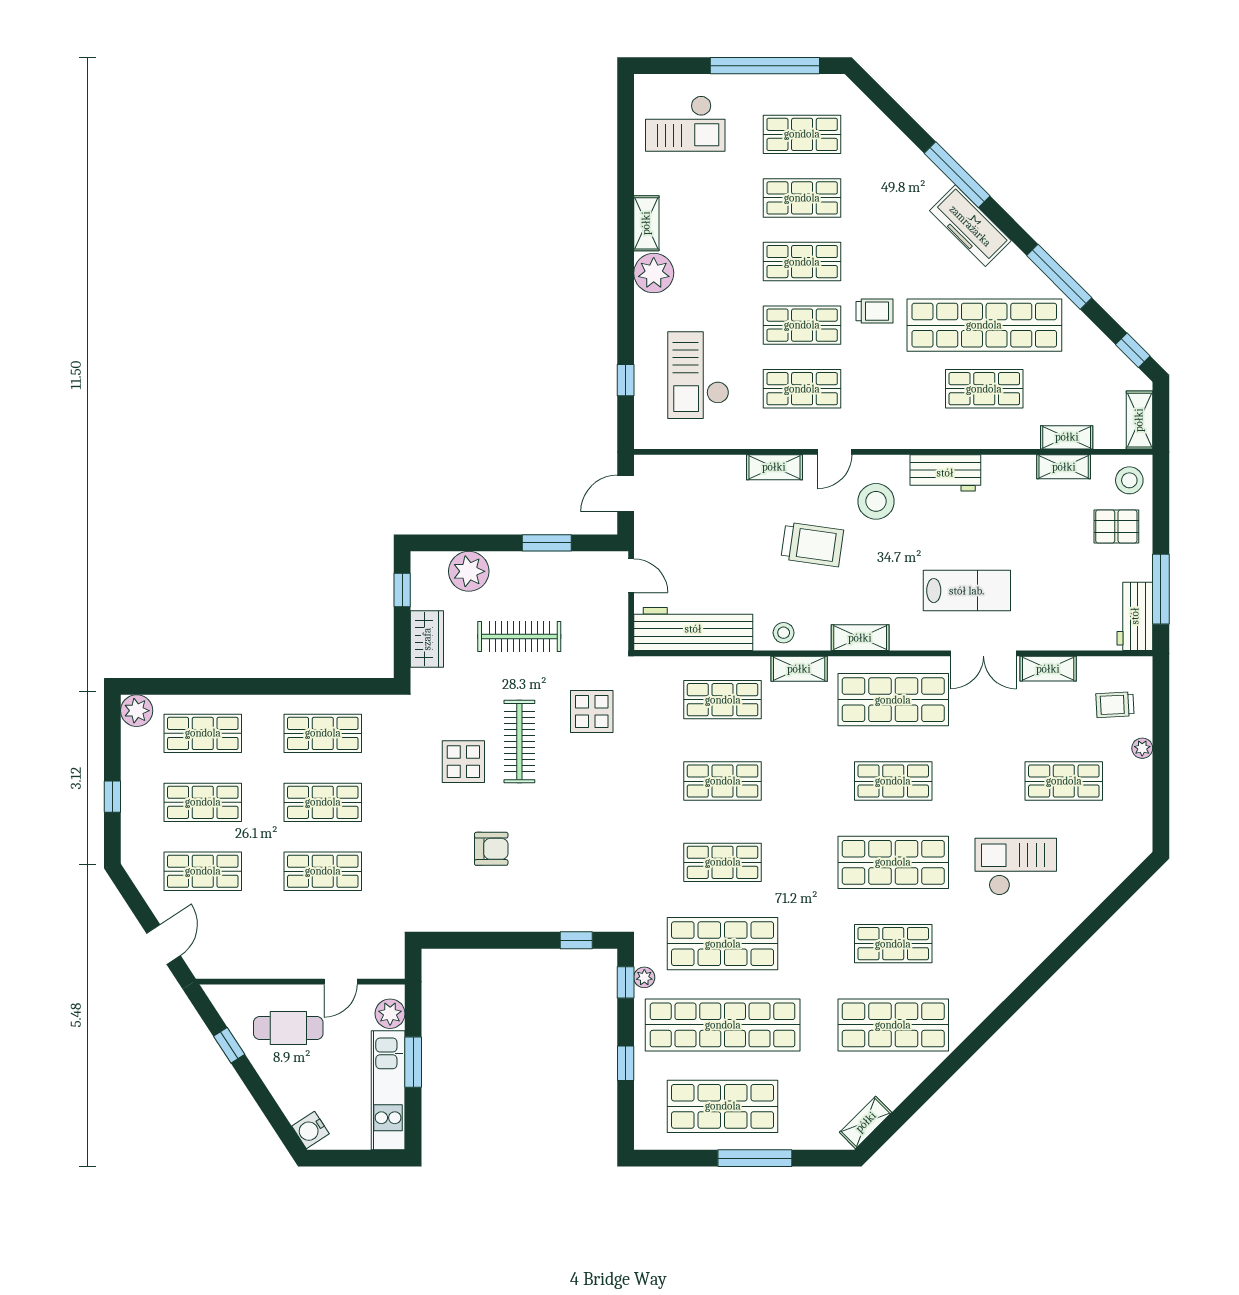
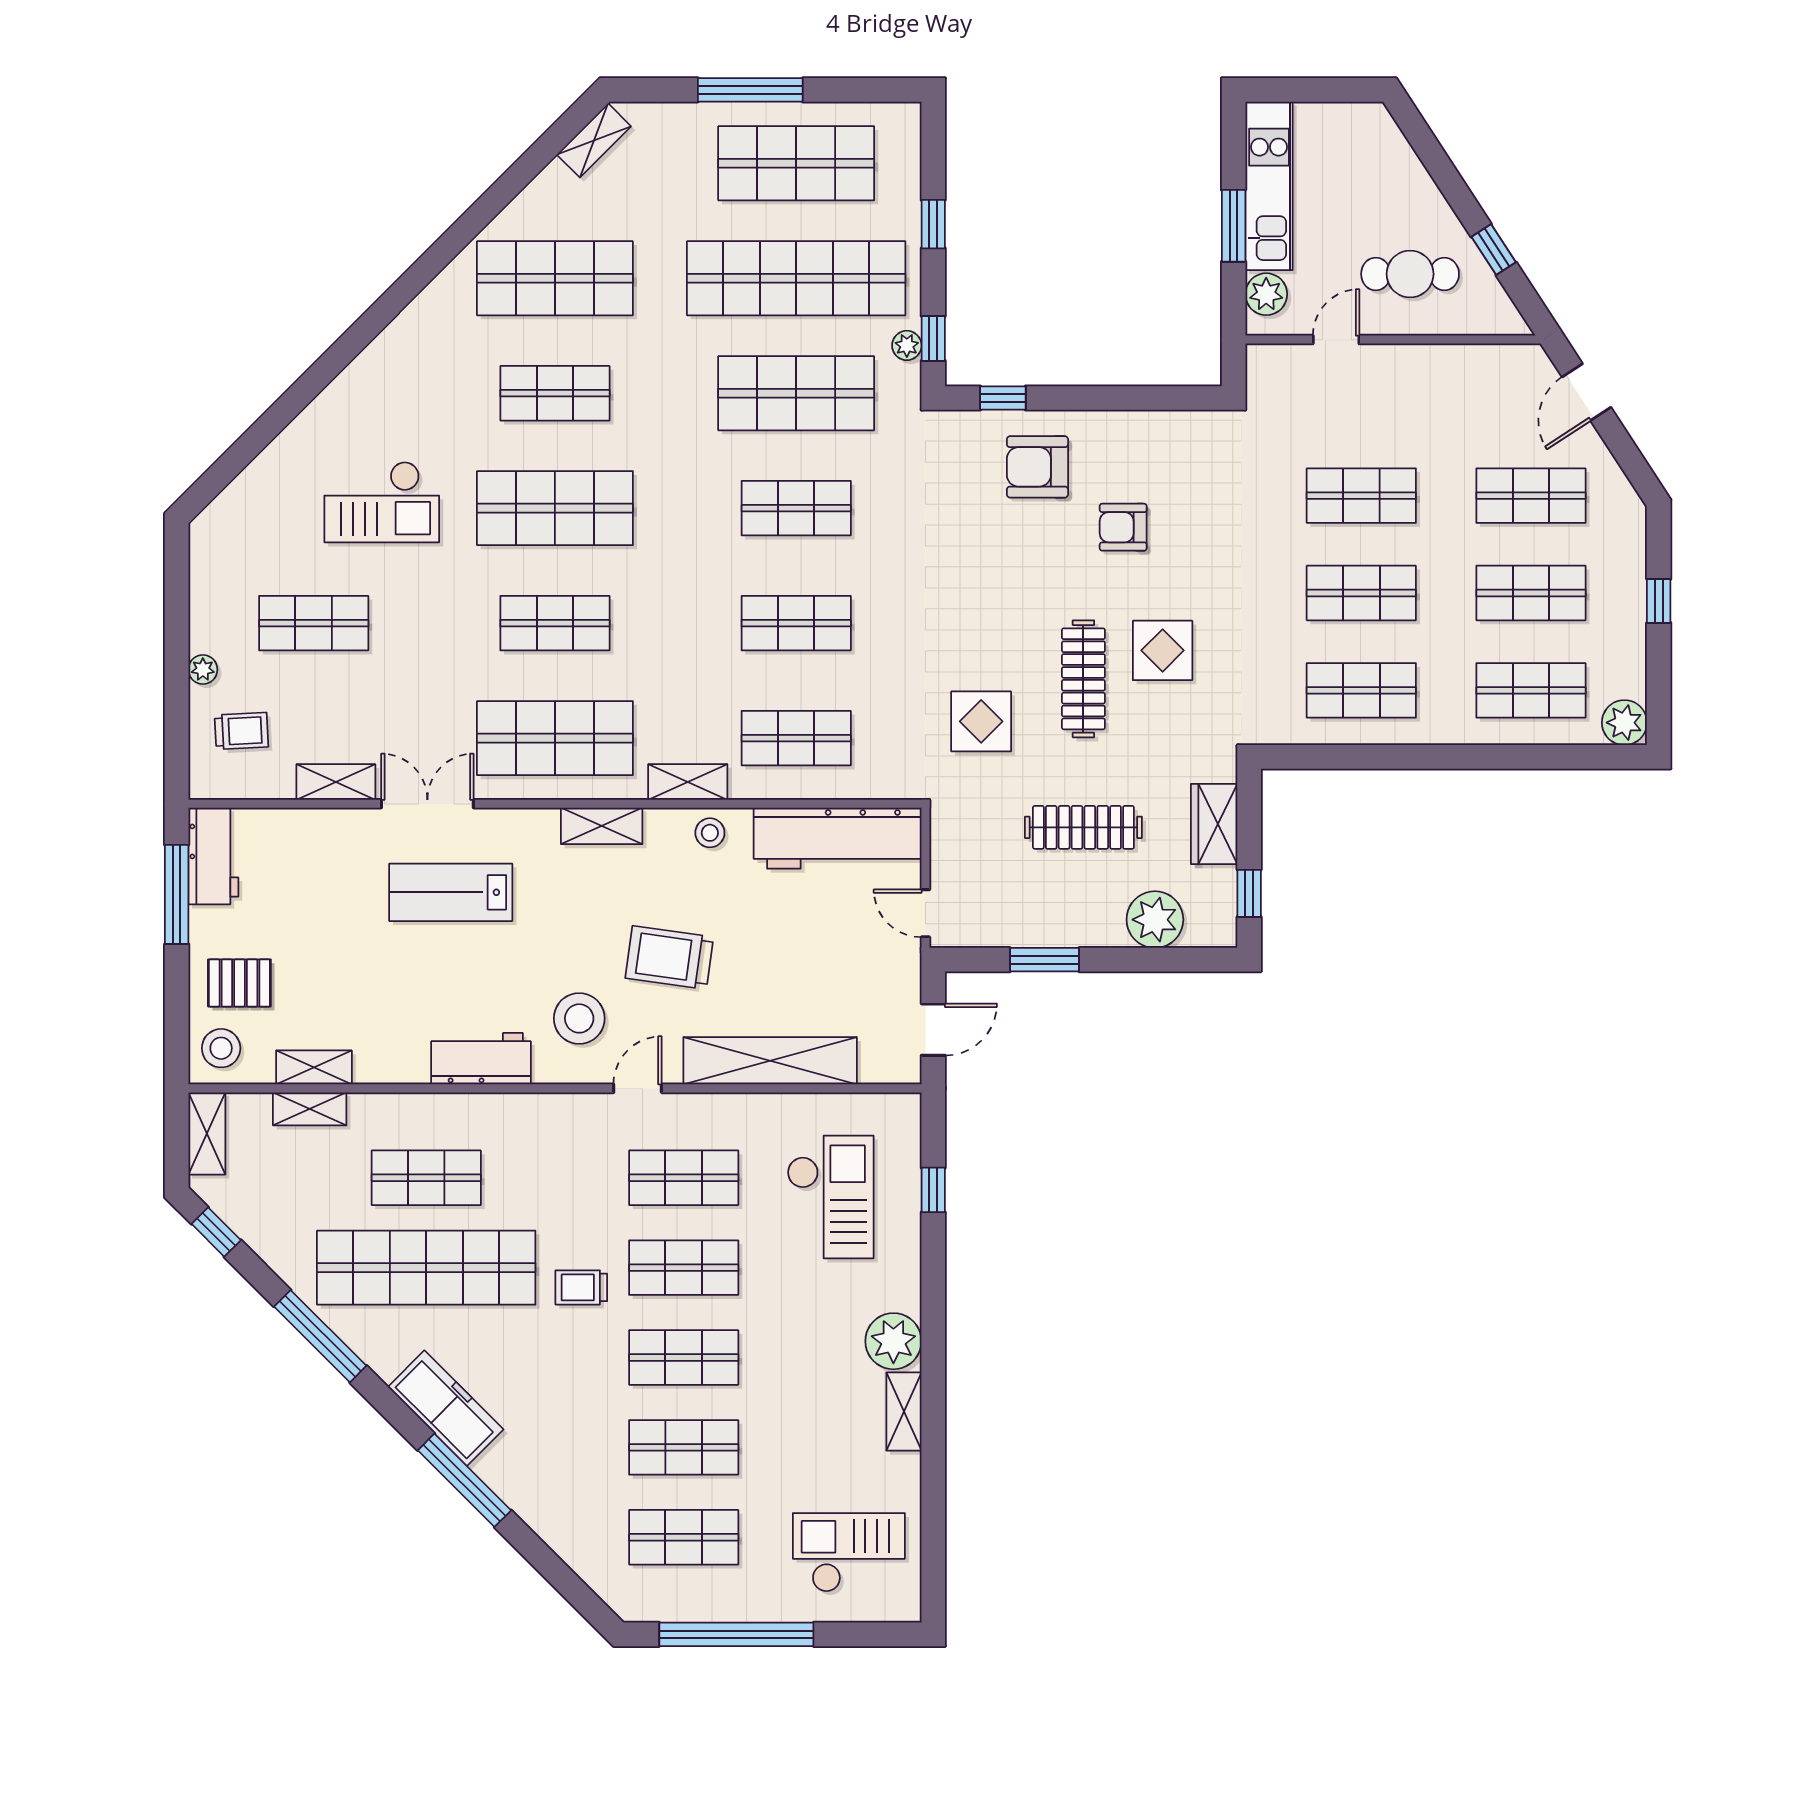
shelving: (774, 467) -> (770, 1061), width x2.20, depth x1.33
armchair: (552, 892) -> (1037, 467), added
water cooler: (310, 1130) -> (1379, 130), removed

